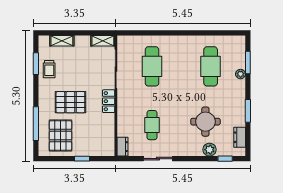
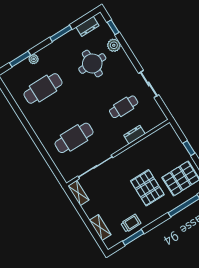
locker: (109, 101) -> (126, 156), removed
dresser: (123, 147) -> (134, 135), moved

